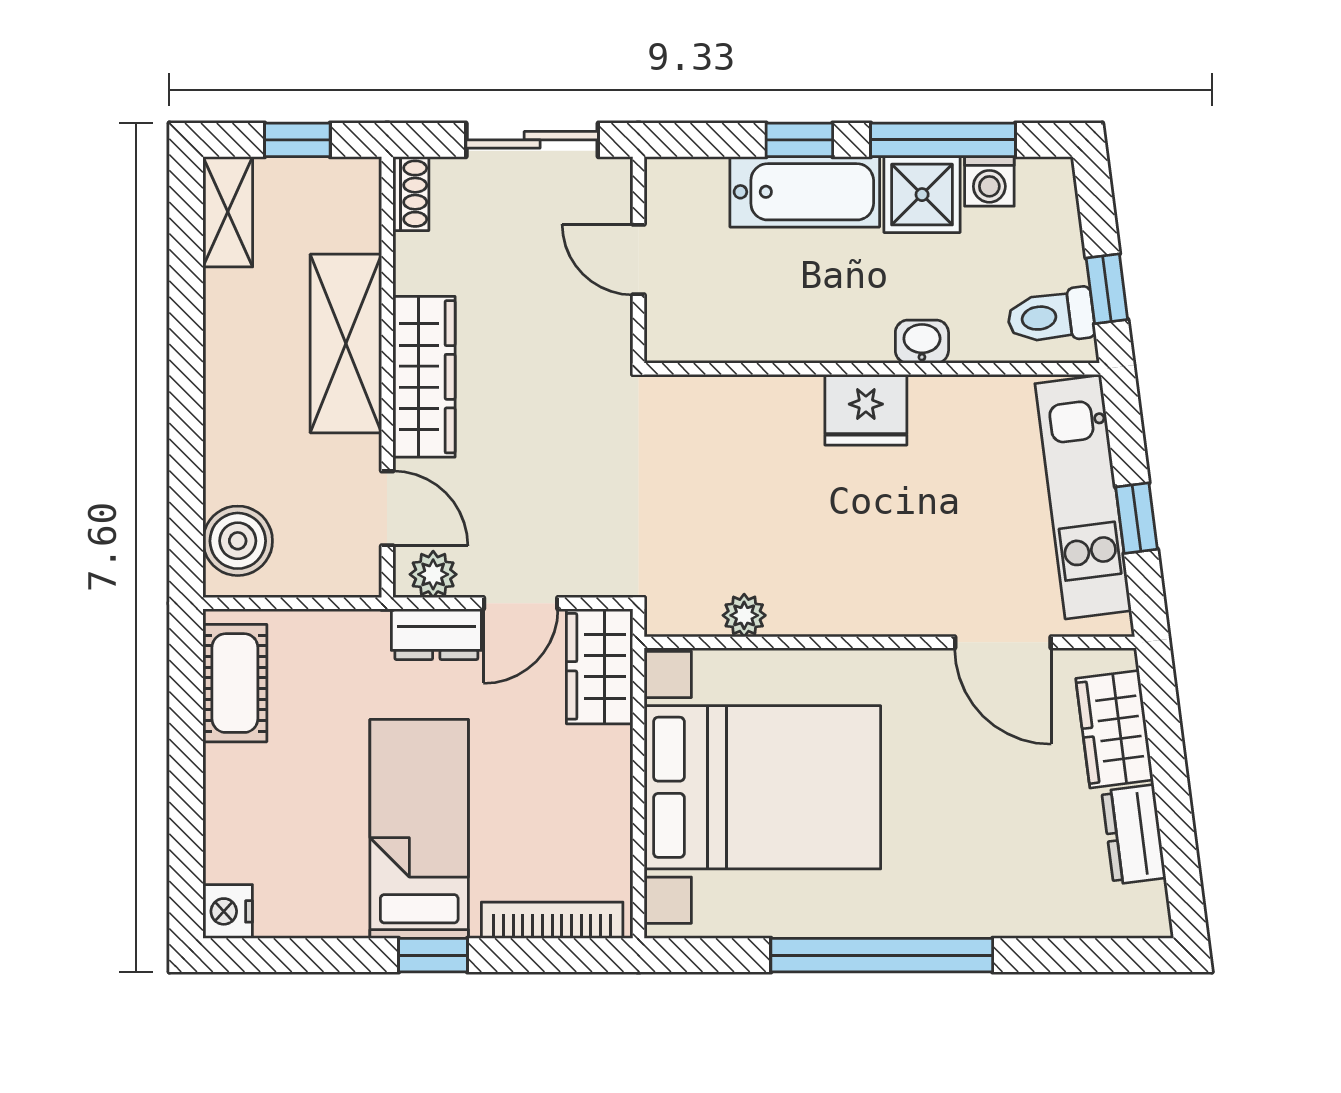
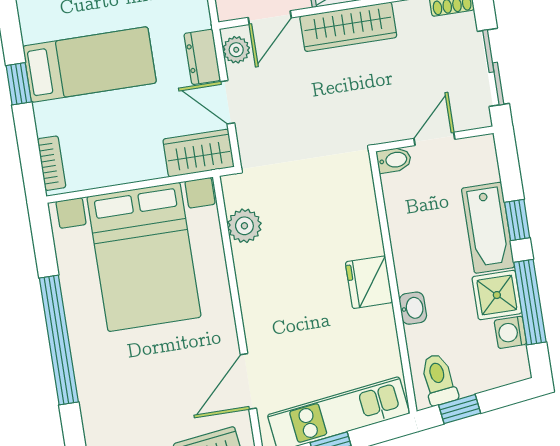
bidet: (664, 334) -> (394, 160), added
plant: (744, 615) -> (244, 226), width x1.38, depth x1.38
bookcase: (552, 920) -> (52, 163), width x0.64

